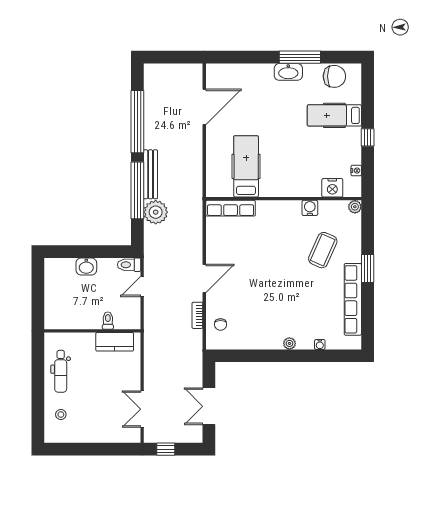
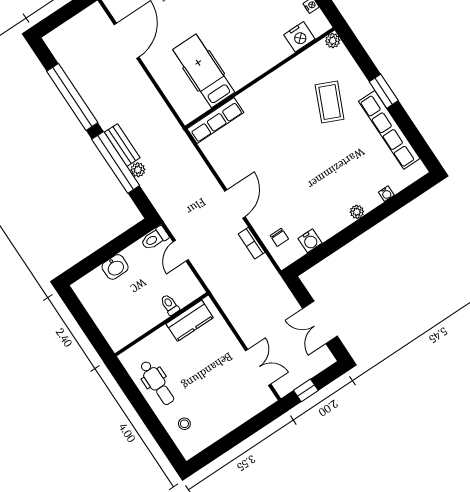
bench: (151, 174) -> (122, 145), width x0.73
water cooler: (310, 208) -> (310, 241), moved, turned 180
plant: (156, 212) -> (138, 170), width x0.53, depth x0.53
double door: (142, 409) -> (258, 367), swing flipped

